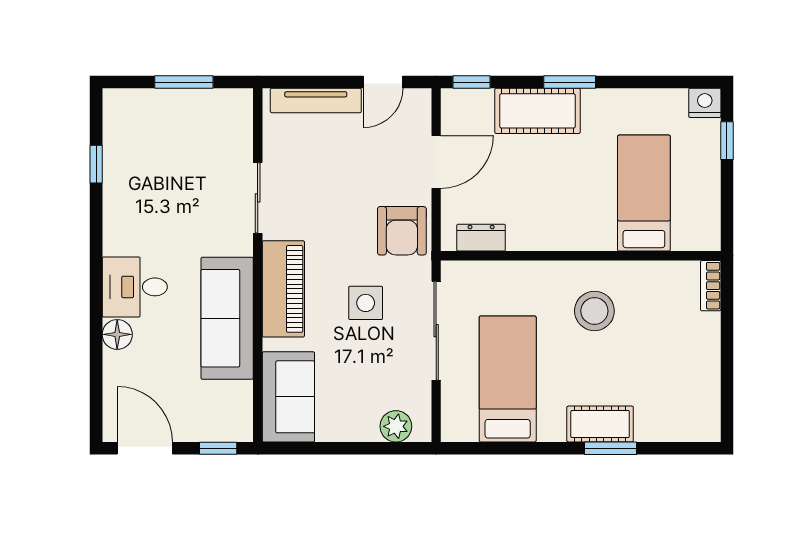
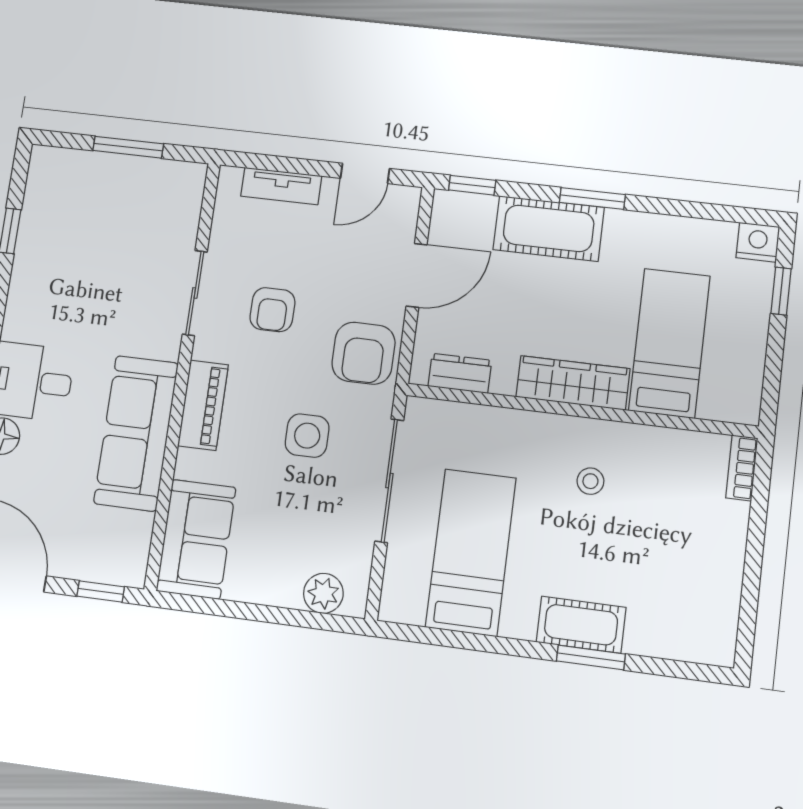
tv unit: (316, 100) -> (281, 186), width x0.71
armchair: (323, 204) -> (272, 310), added
wardrobe: (572, 234) -> (573, 383), added
piano: (283, 289) -> (203, 405), width x0.73, depth x0.75
stool: (594, 311) -> (590, 481), width x0.53, depth x0.53

